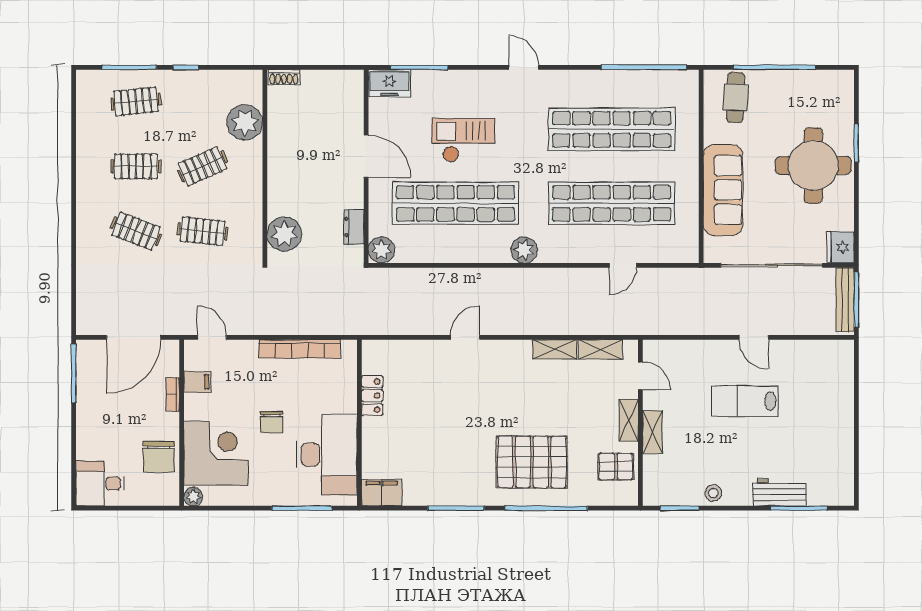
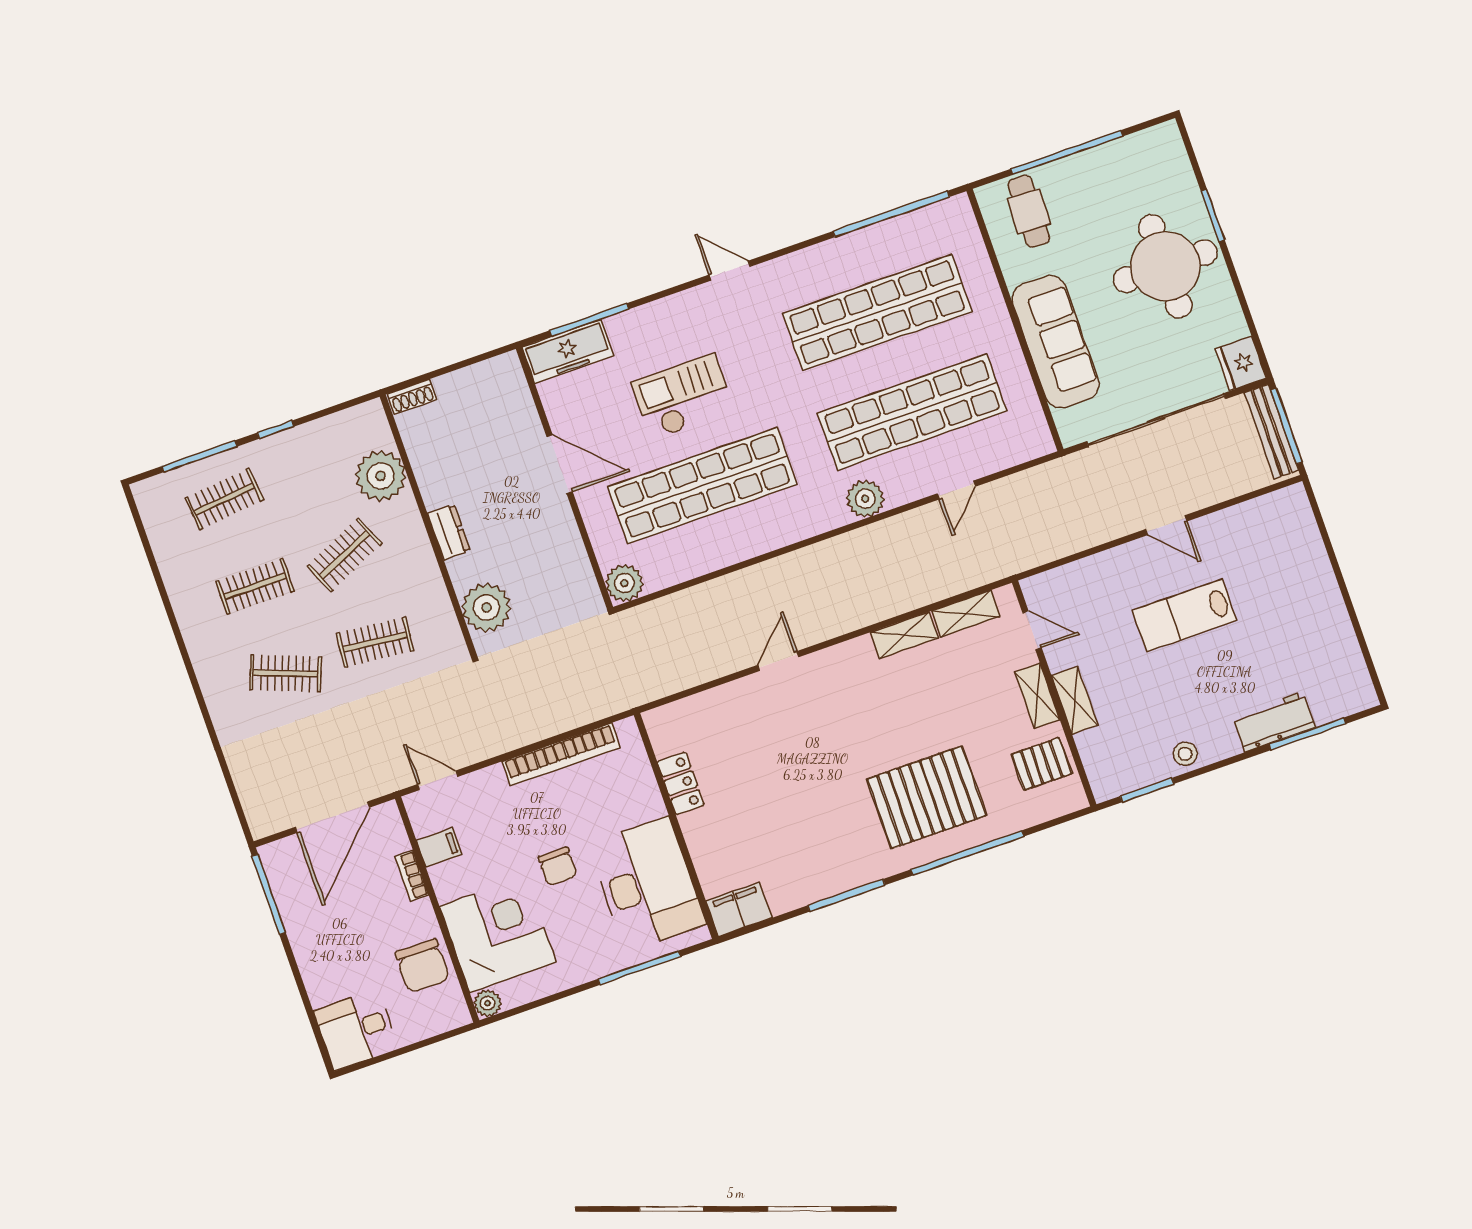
freezer: (389, 83) -> (568, 351), width x1.40
dresser: (354, 227) -> (449, 532), moved, turned 180
plant: (524, 250) -> (865, 499), moved

